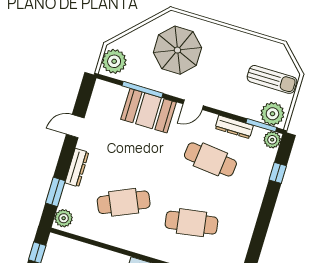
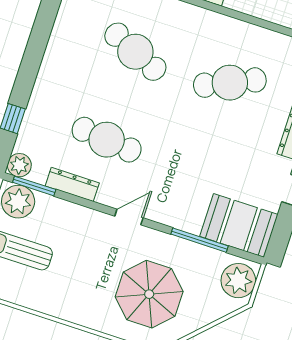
booth: (148, 111) -> (239, 225), moved
cafe table: (191, 223) -> (135, 52), turned 33

